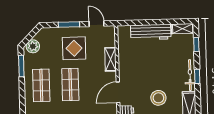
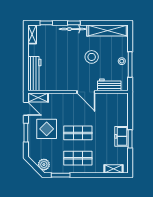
door: (96, 24) -> (26, 109), swing flipped
workbench: (151, 32) -> (34, 74), moved
shelving: (111, 59) -> (38, 98), moved

